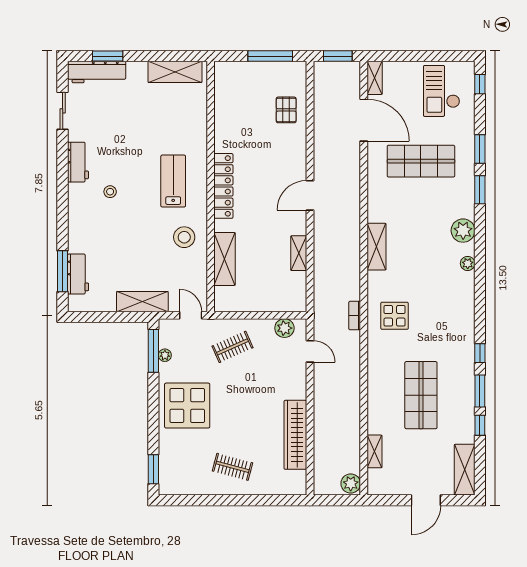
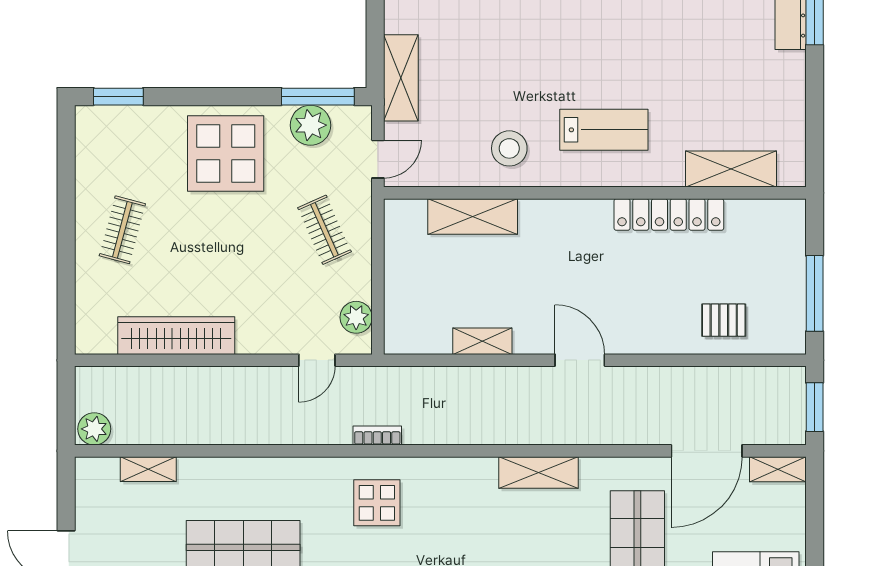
shelving: (175, 72) -> (731, 169), moved, turned 90
locker: (223, 186) -> (669, 214), moved
stool: (110, 192) -> (586, 23), removed
shelving: (377, 247) -> (538, 472), moved
plant: (165, 355) -> (310, 125), width x1.88, depth x1.88

